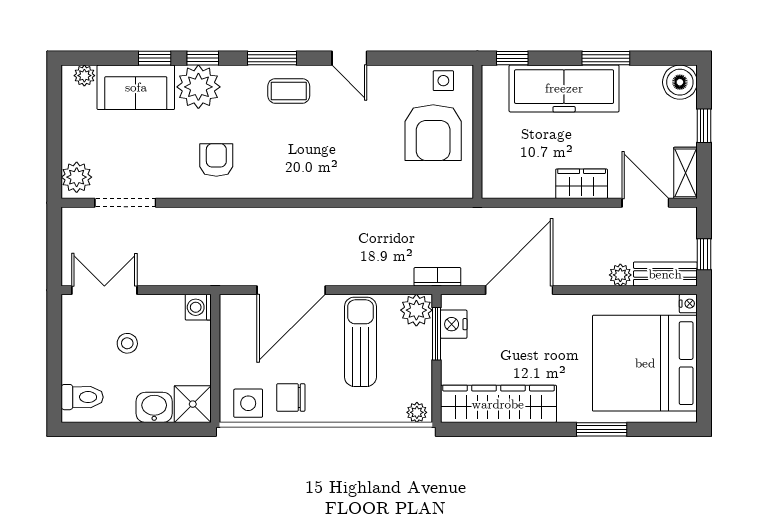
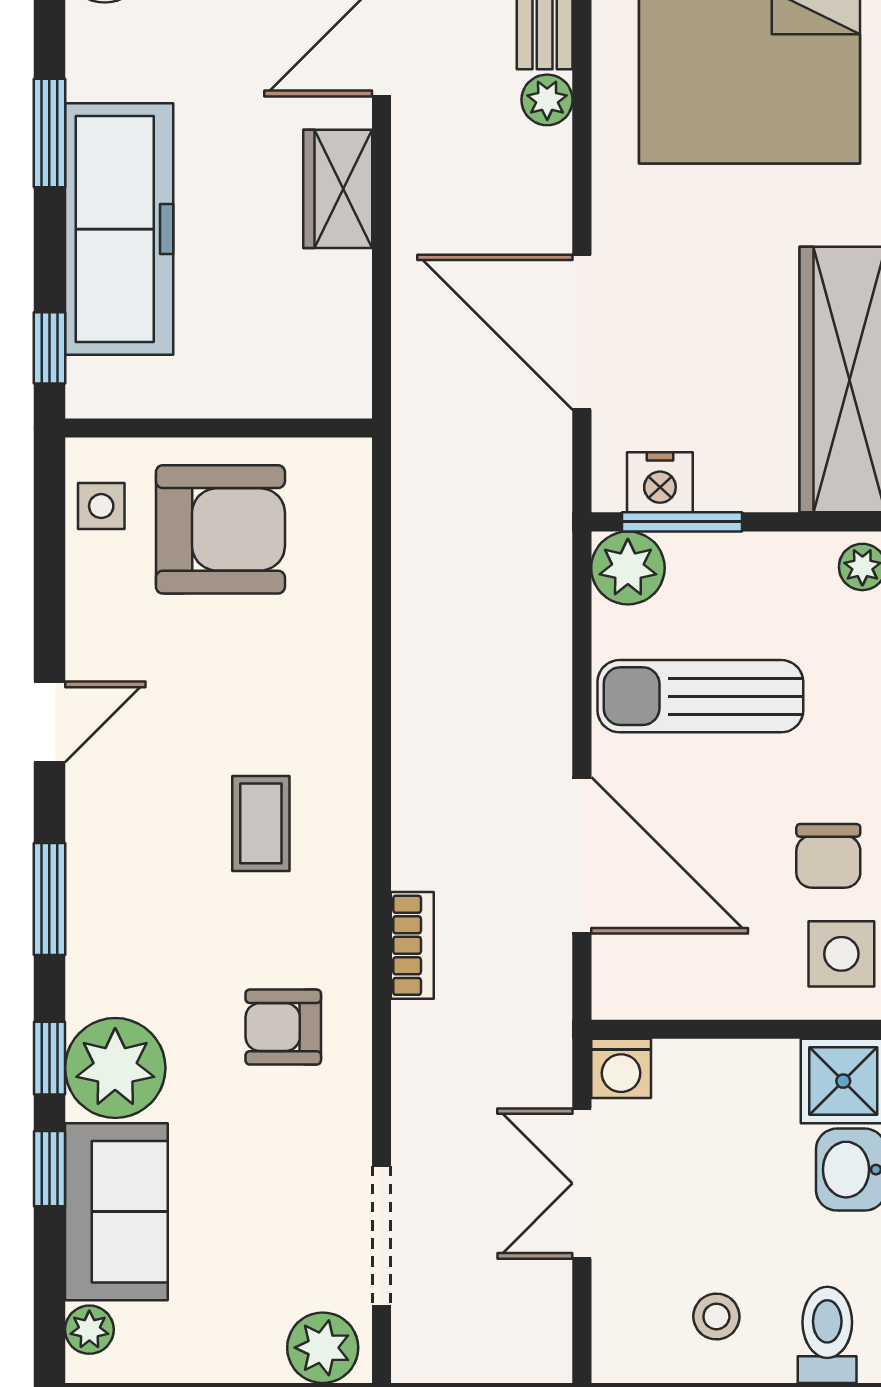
coffee table: (289, 91) -> (261, 823), moved
bookcase: (437, 277) -> (412, 945), moved, turned 180
double door: (104, 290) -> (582, 1183), moved
stool: (127, 343) -> (716, 1316), moved

